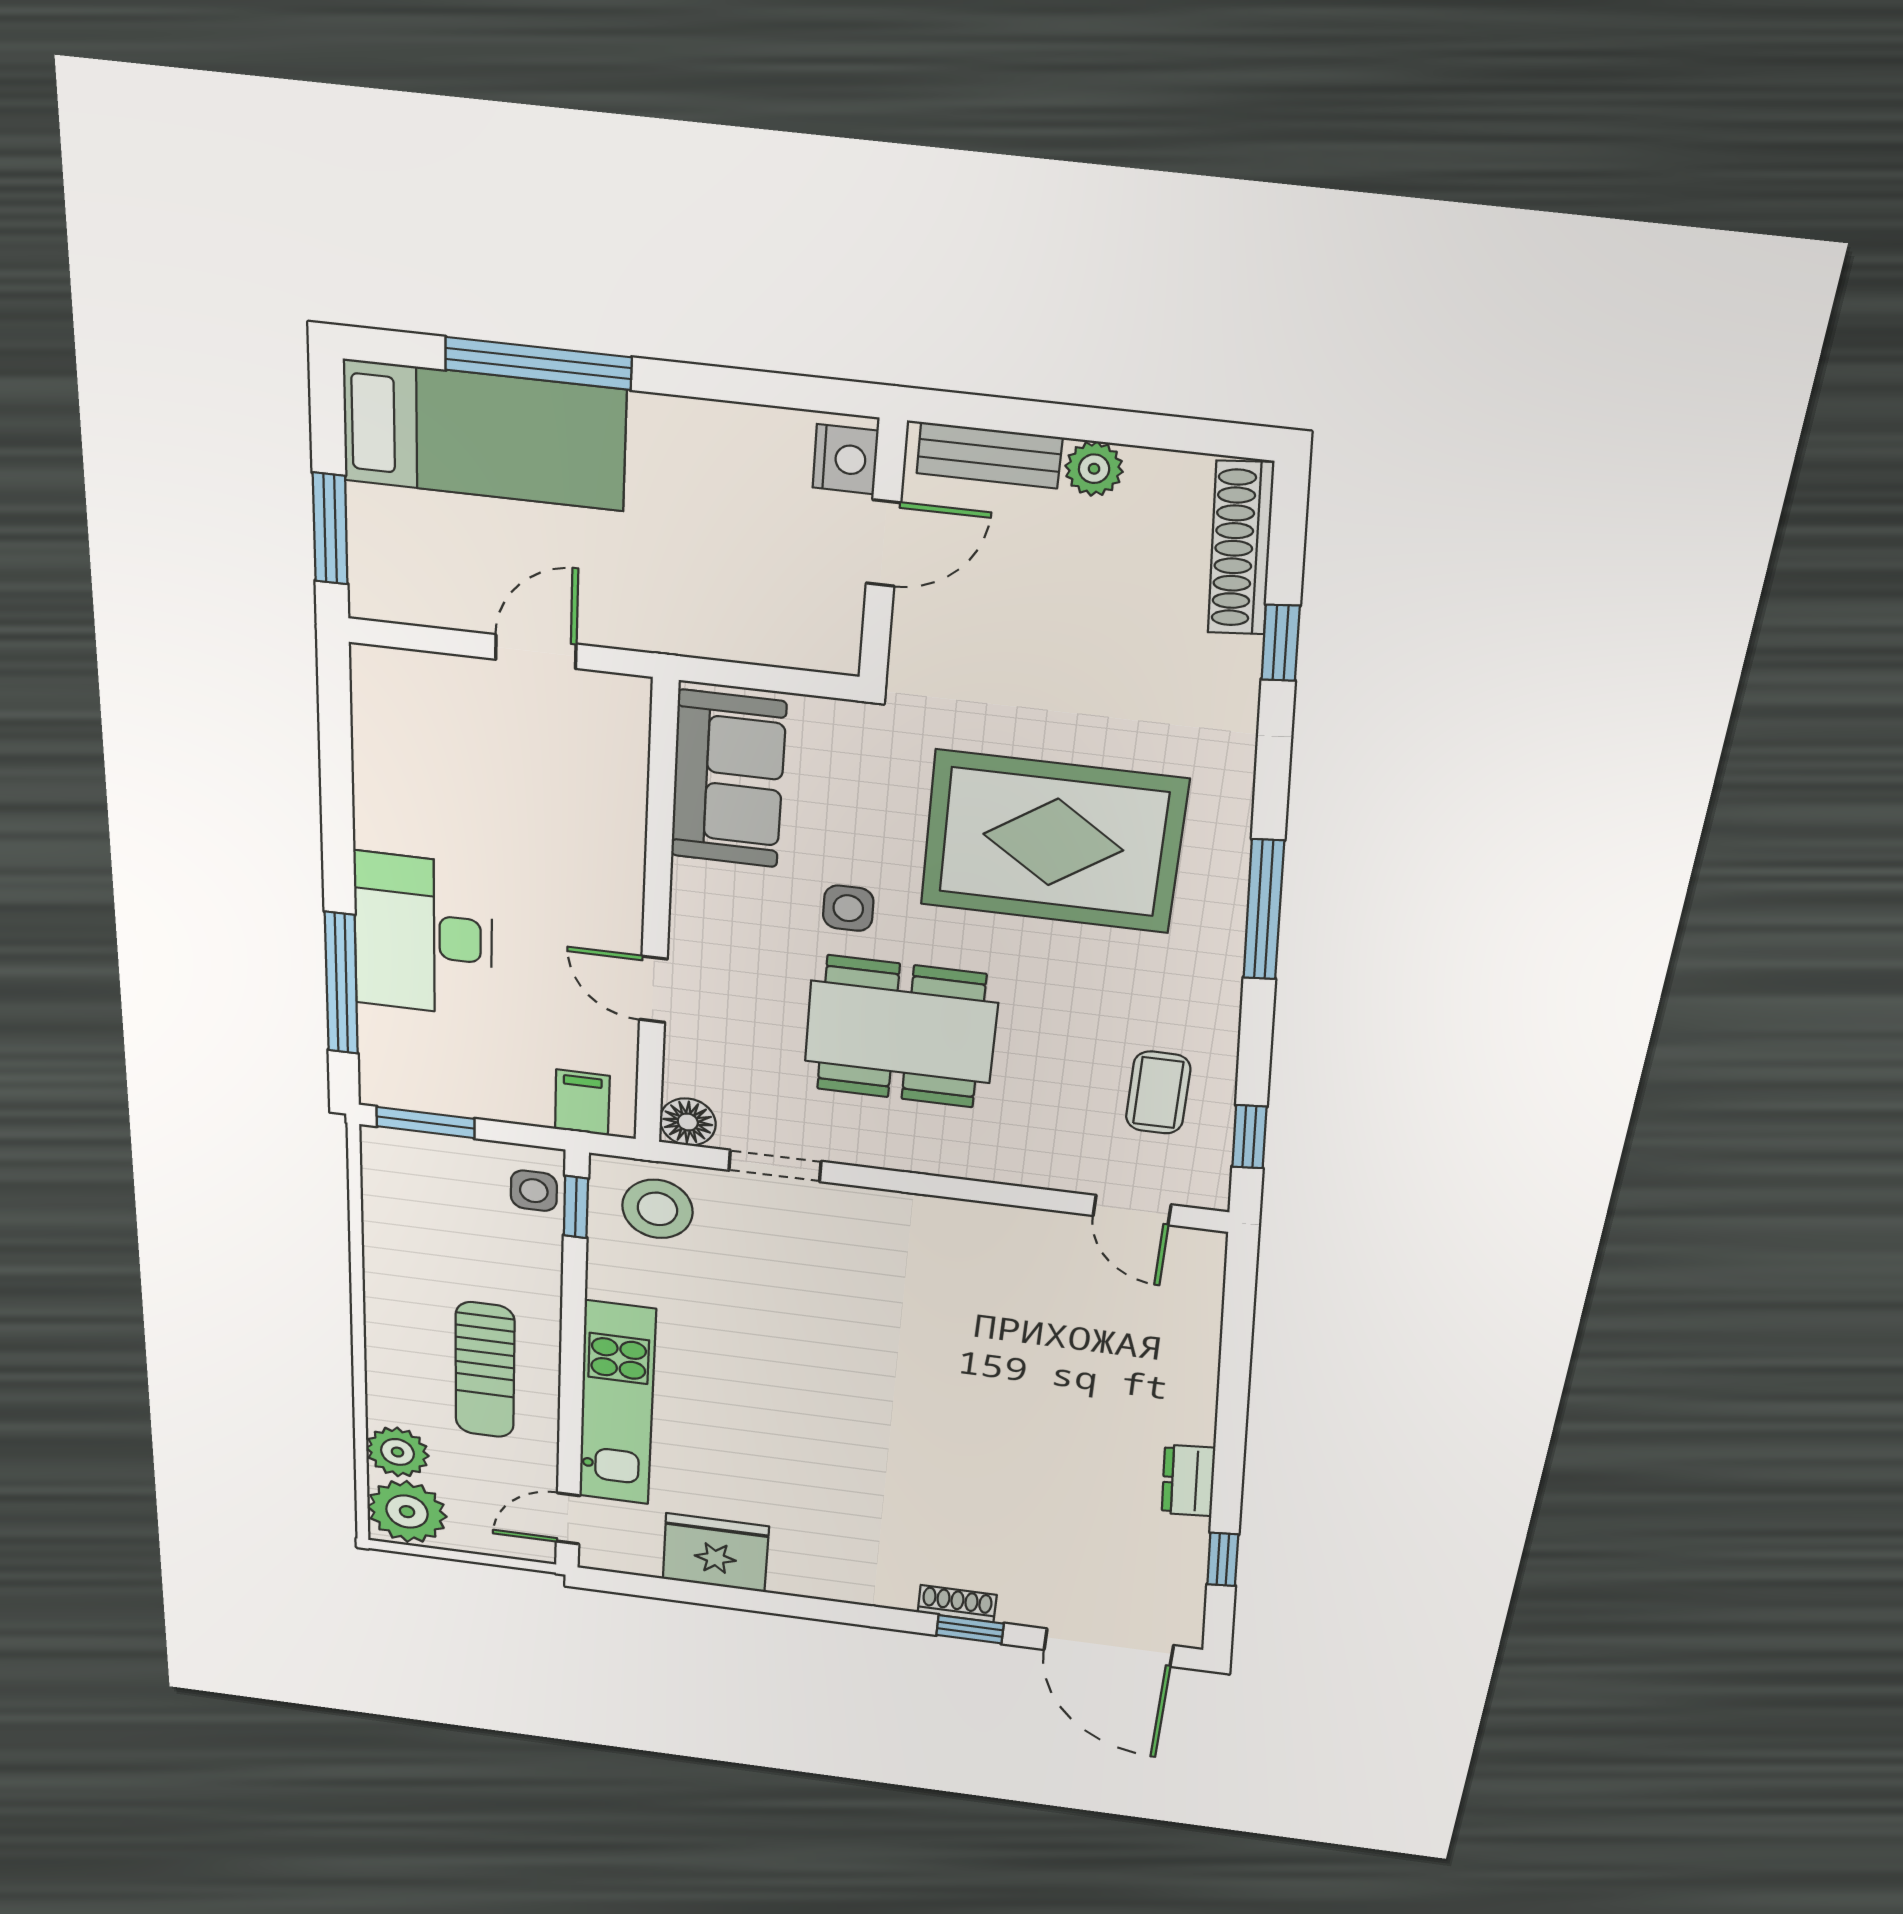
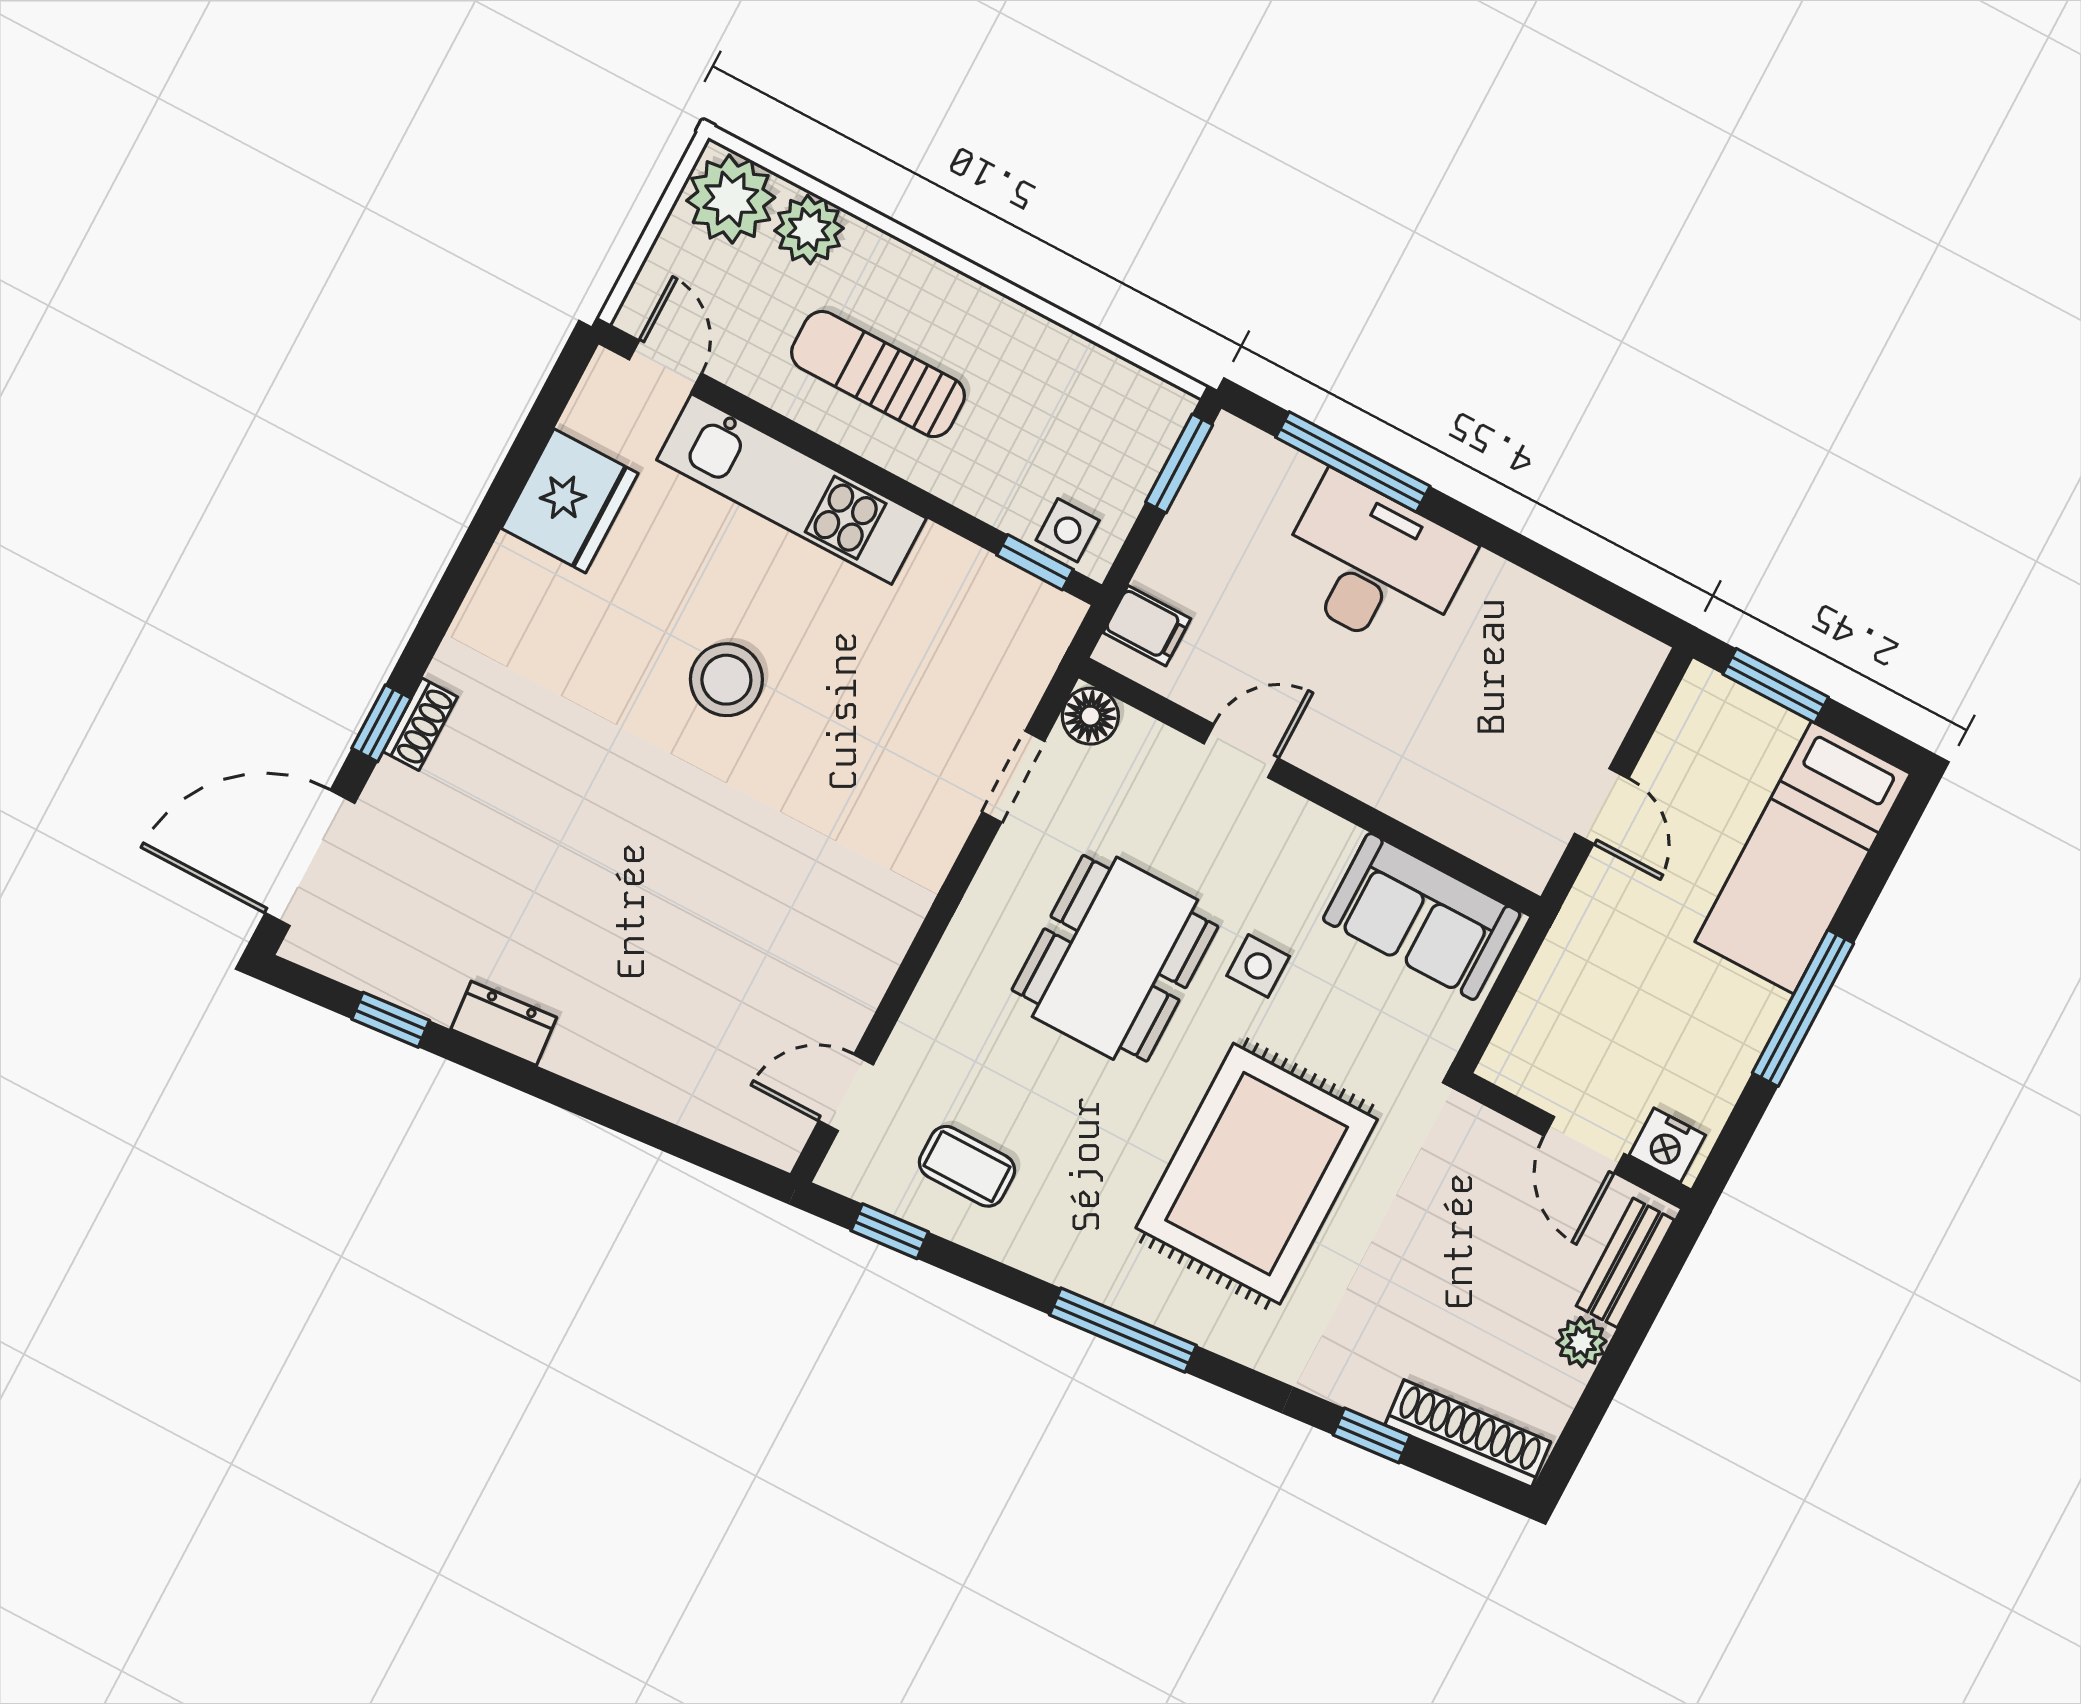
window: (538, 363) -> (1803, 1008), moved
stool: (657, 1209) -> (726, 680), moved

